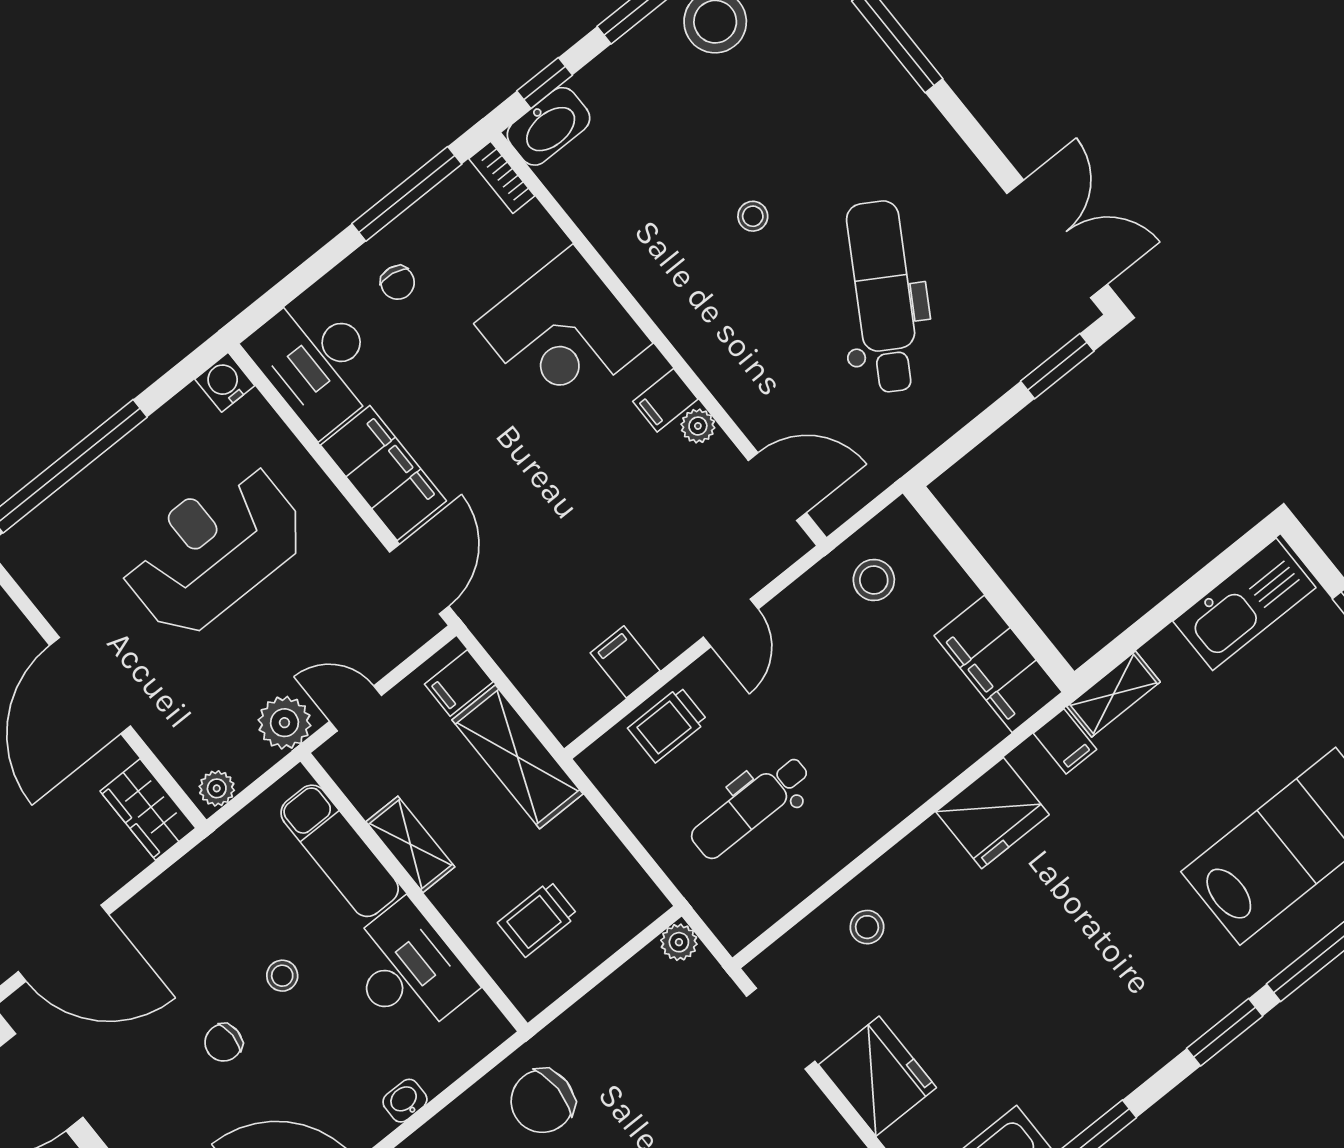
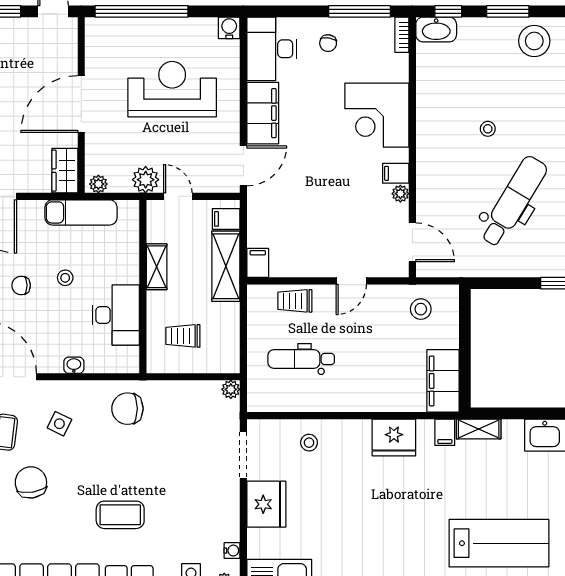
filing cabinet: (625, 662) -> (258, 263), moved
exam couch: (340, 851) -> (81, 212), moved, turned -90

